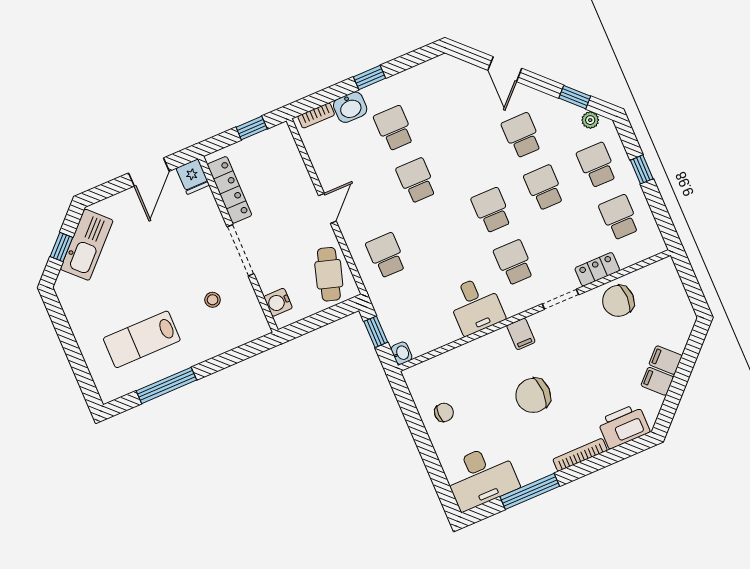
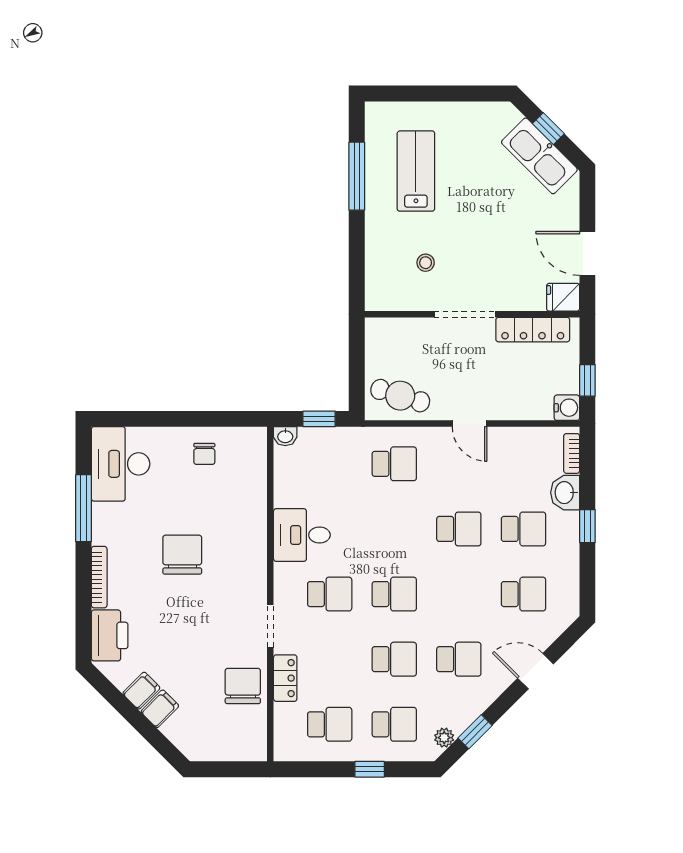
school desk: (447, 106) -> (523, 594), added
water cooler: (278, 302) -> (567, 408), moved, turned 90
filing cabinet: (521, 334) -> (252, 569), removed

